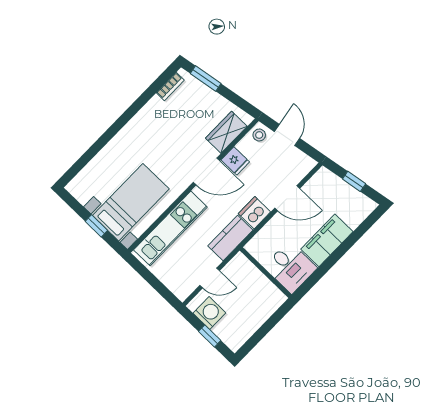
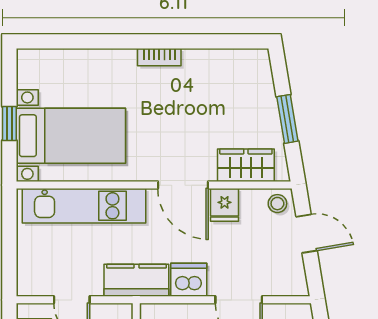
window: (206, 78) -> (287, 119), moved
bookcase: (170, 86) -> (159, 57), moved
door: (287, 135) -> (307, 234), hinge flipped

